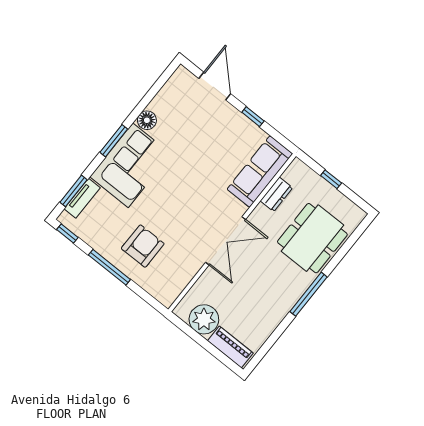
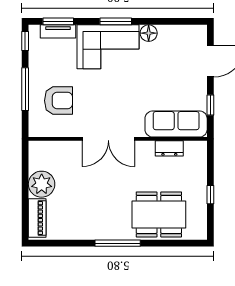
sofa: (260, 171) -> (176, 124), moved
dresser: (276, 194) -> (169, 148), moved
wall: (232, 233) -> (118, 139), moved
double door: (226, 241) -> (108, 139), moved

